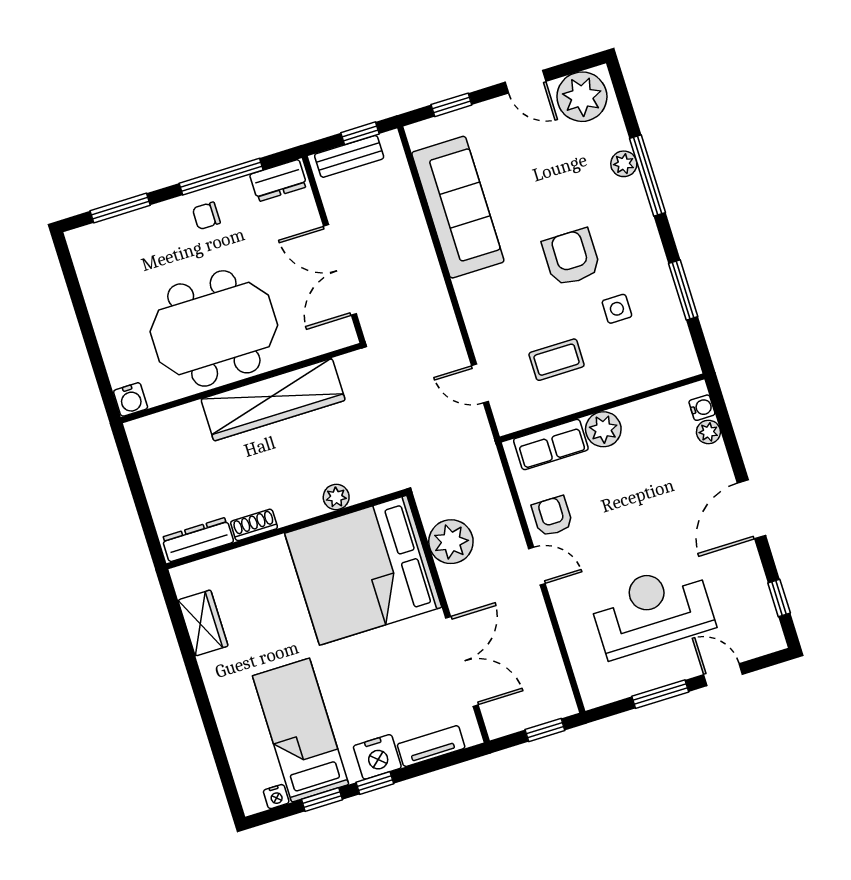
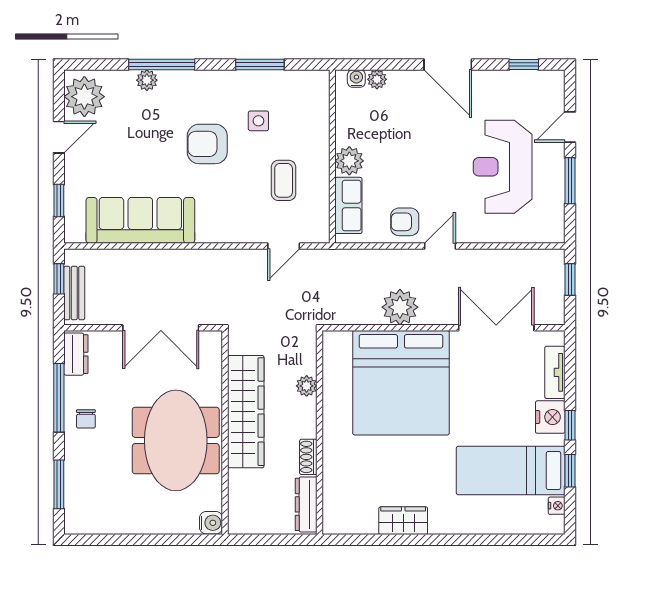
plant: (336, 497) -> (307, 386), moved
shoe rack: (254, 525) -> (308, 457), moved
wall: (287, 529) -> (320, 433), moved
dresser: (198, 540) -> (306, 504), moved

